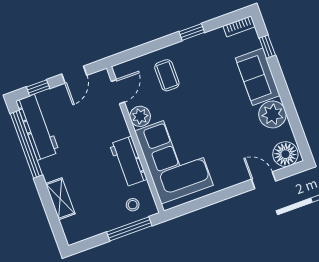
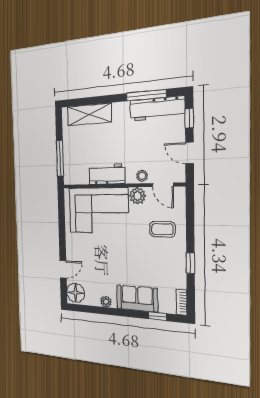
plant: (272, 114) -> (106, 302), width x0.53, depth x0.53
window: (26, 144) -> (146, 95), width x0.68
shelving: (60, 199) -> (89, 114), width x1.50, depth x1.33
stool: (133, 205) -> (142, 176), moved

